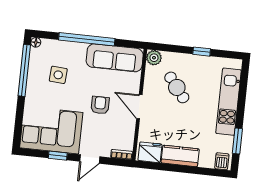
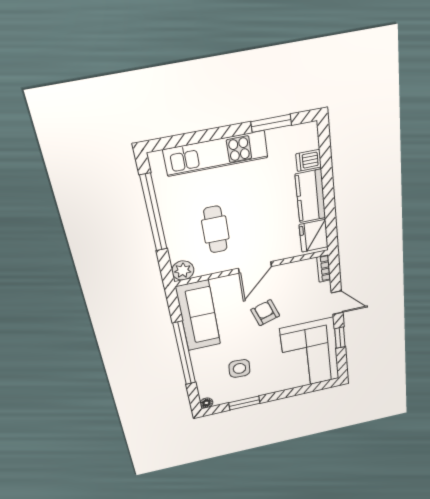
window: (202, 52) -> (154, 213), width x3.17
window: (24, 70) -> (244, 403), width x0.47
cafe table: (177, 87) -> (215, 230), turned -52
armchair: (100, 105) -> (265, 313), turned 72
dishwasher: (222, 161) -> (309, 160), moved

